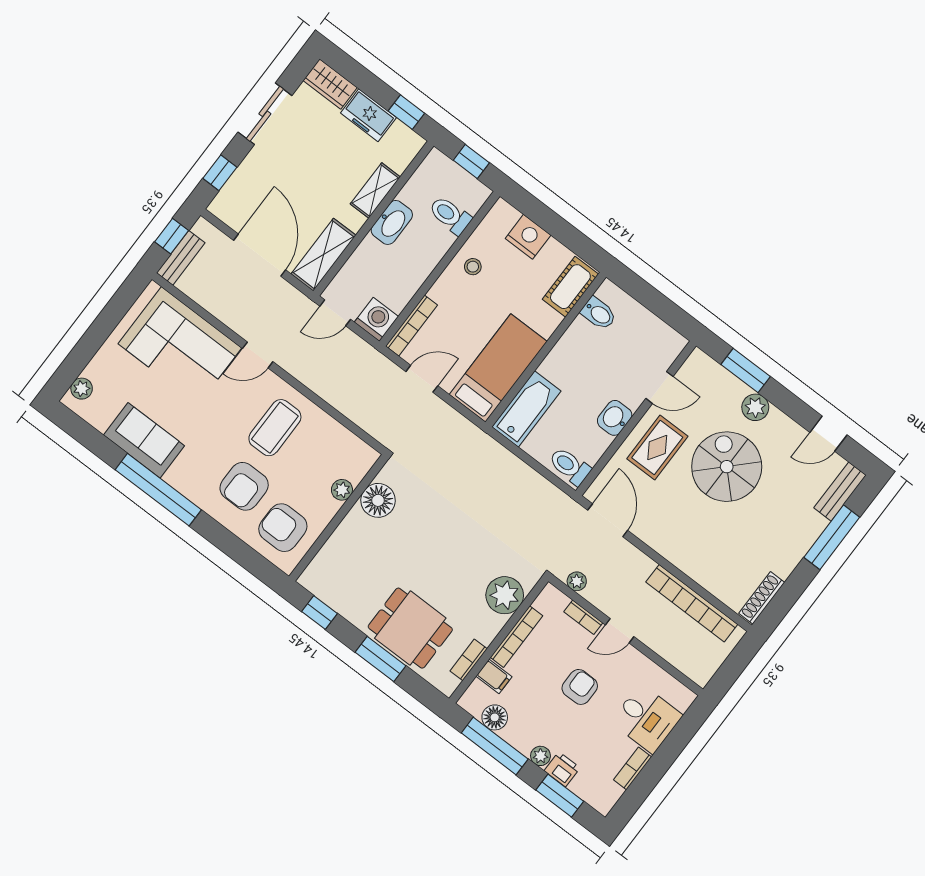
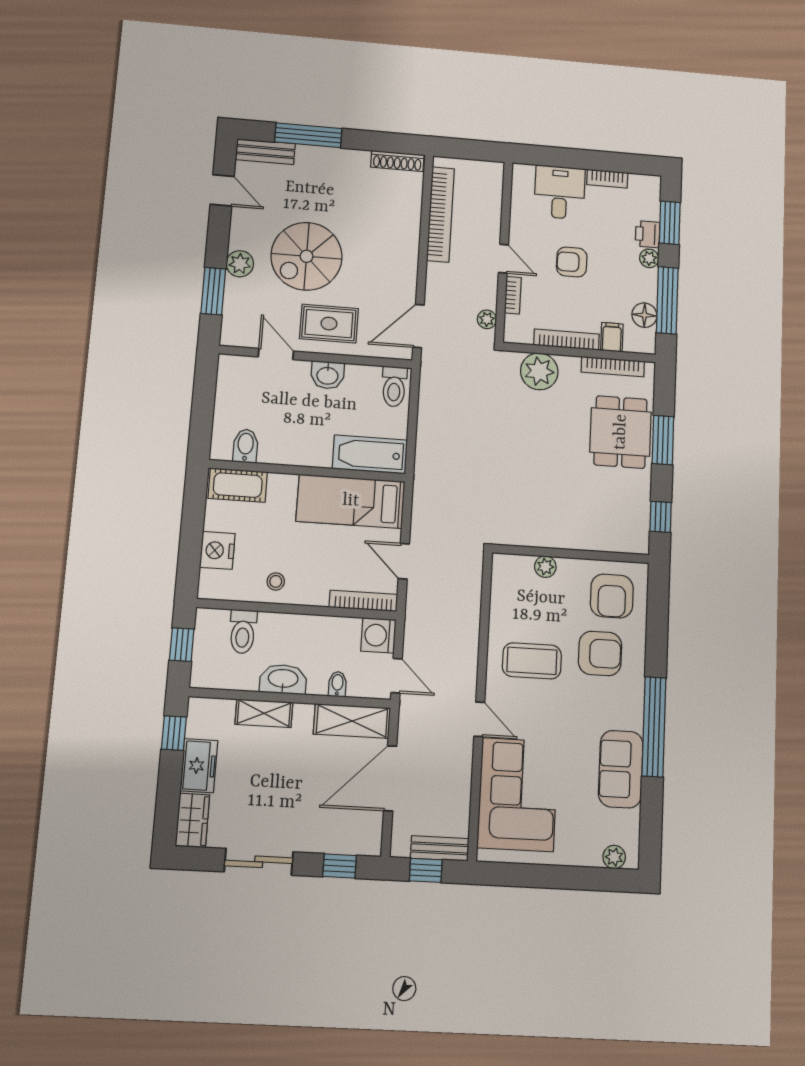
bidet: (360, 262) -> (337, 684), added
floor lamp: (378, 500) -> (533, 530), removed
bookcase: (469, 660) -> (613, 367), width x1.56

